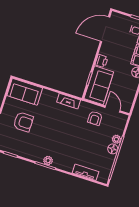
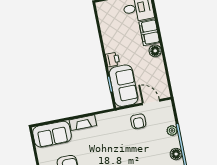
door: (105, 29) -> (98, 25), removed
fireplace: (69, 101) -> (83, 123), moved
floor lamp: (113, 149) -> (176, 154), moved

